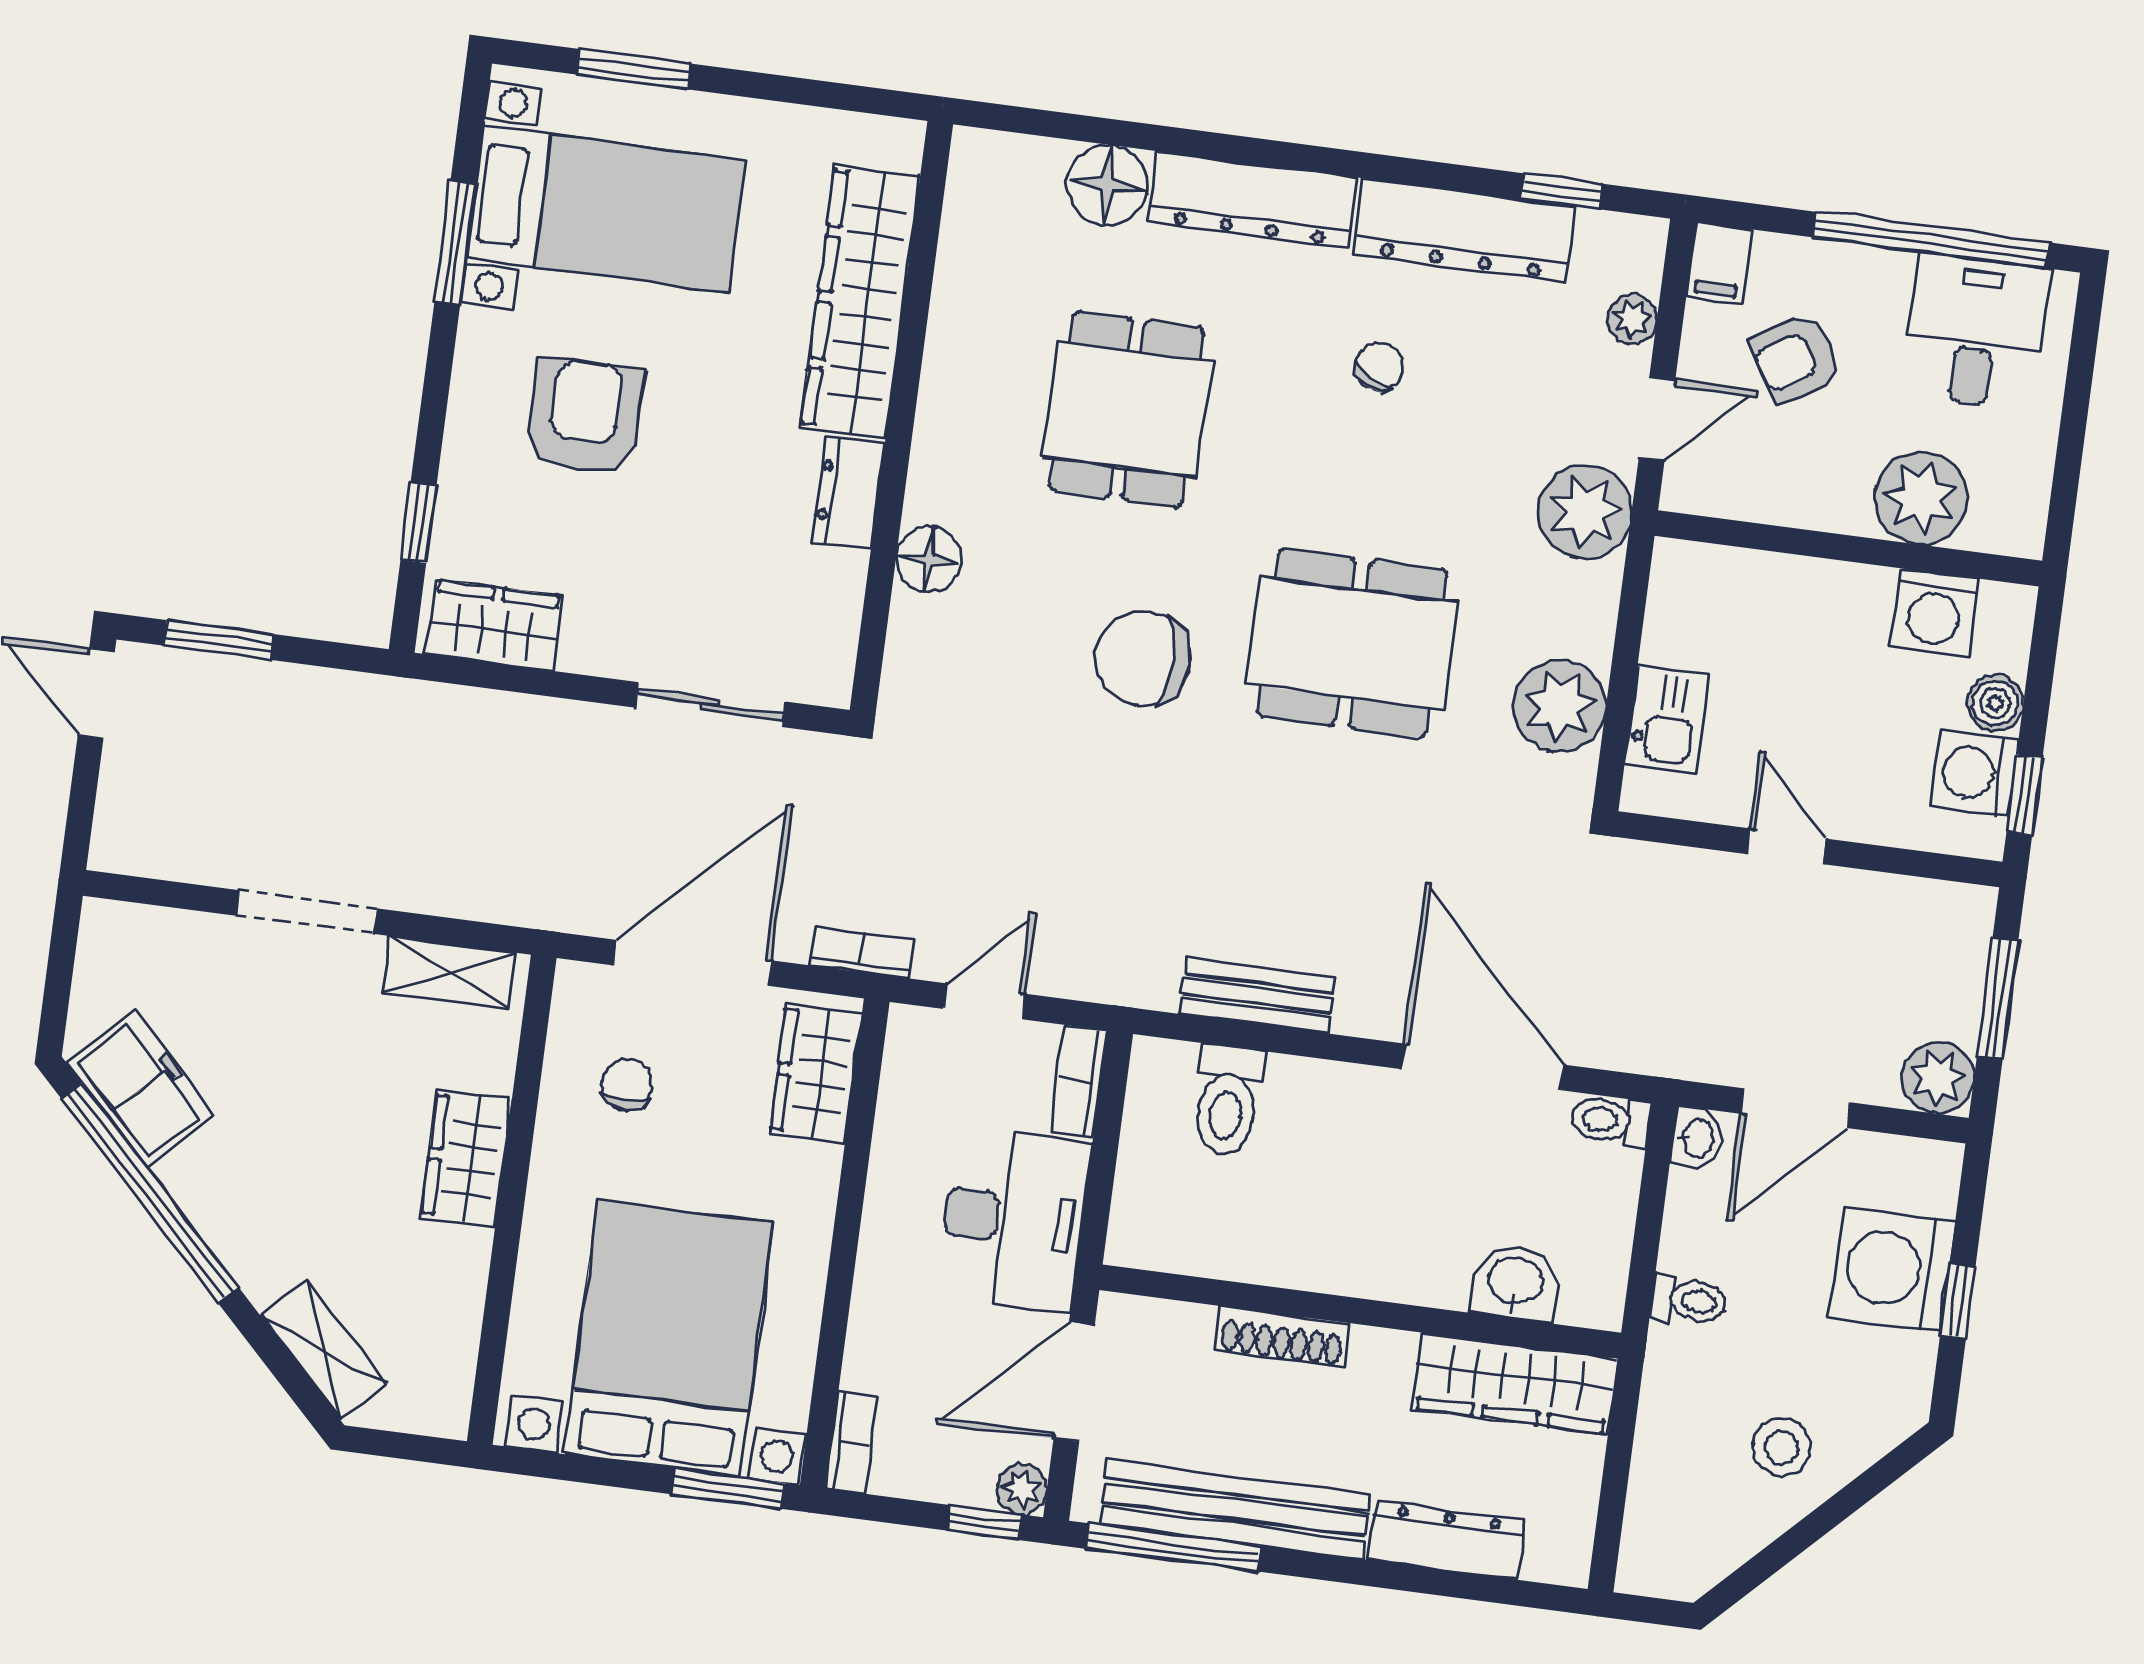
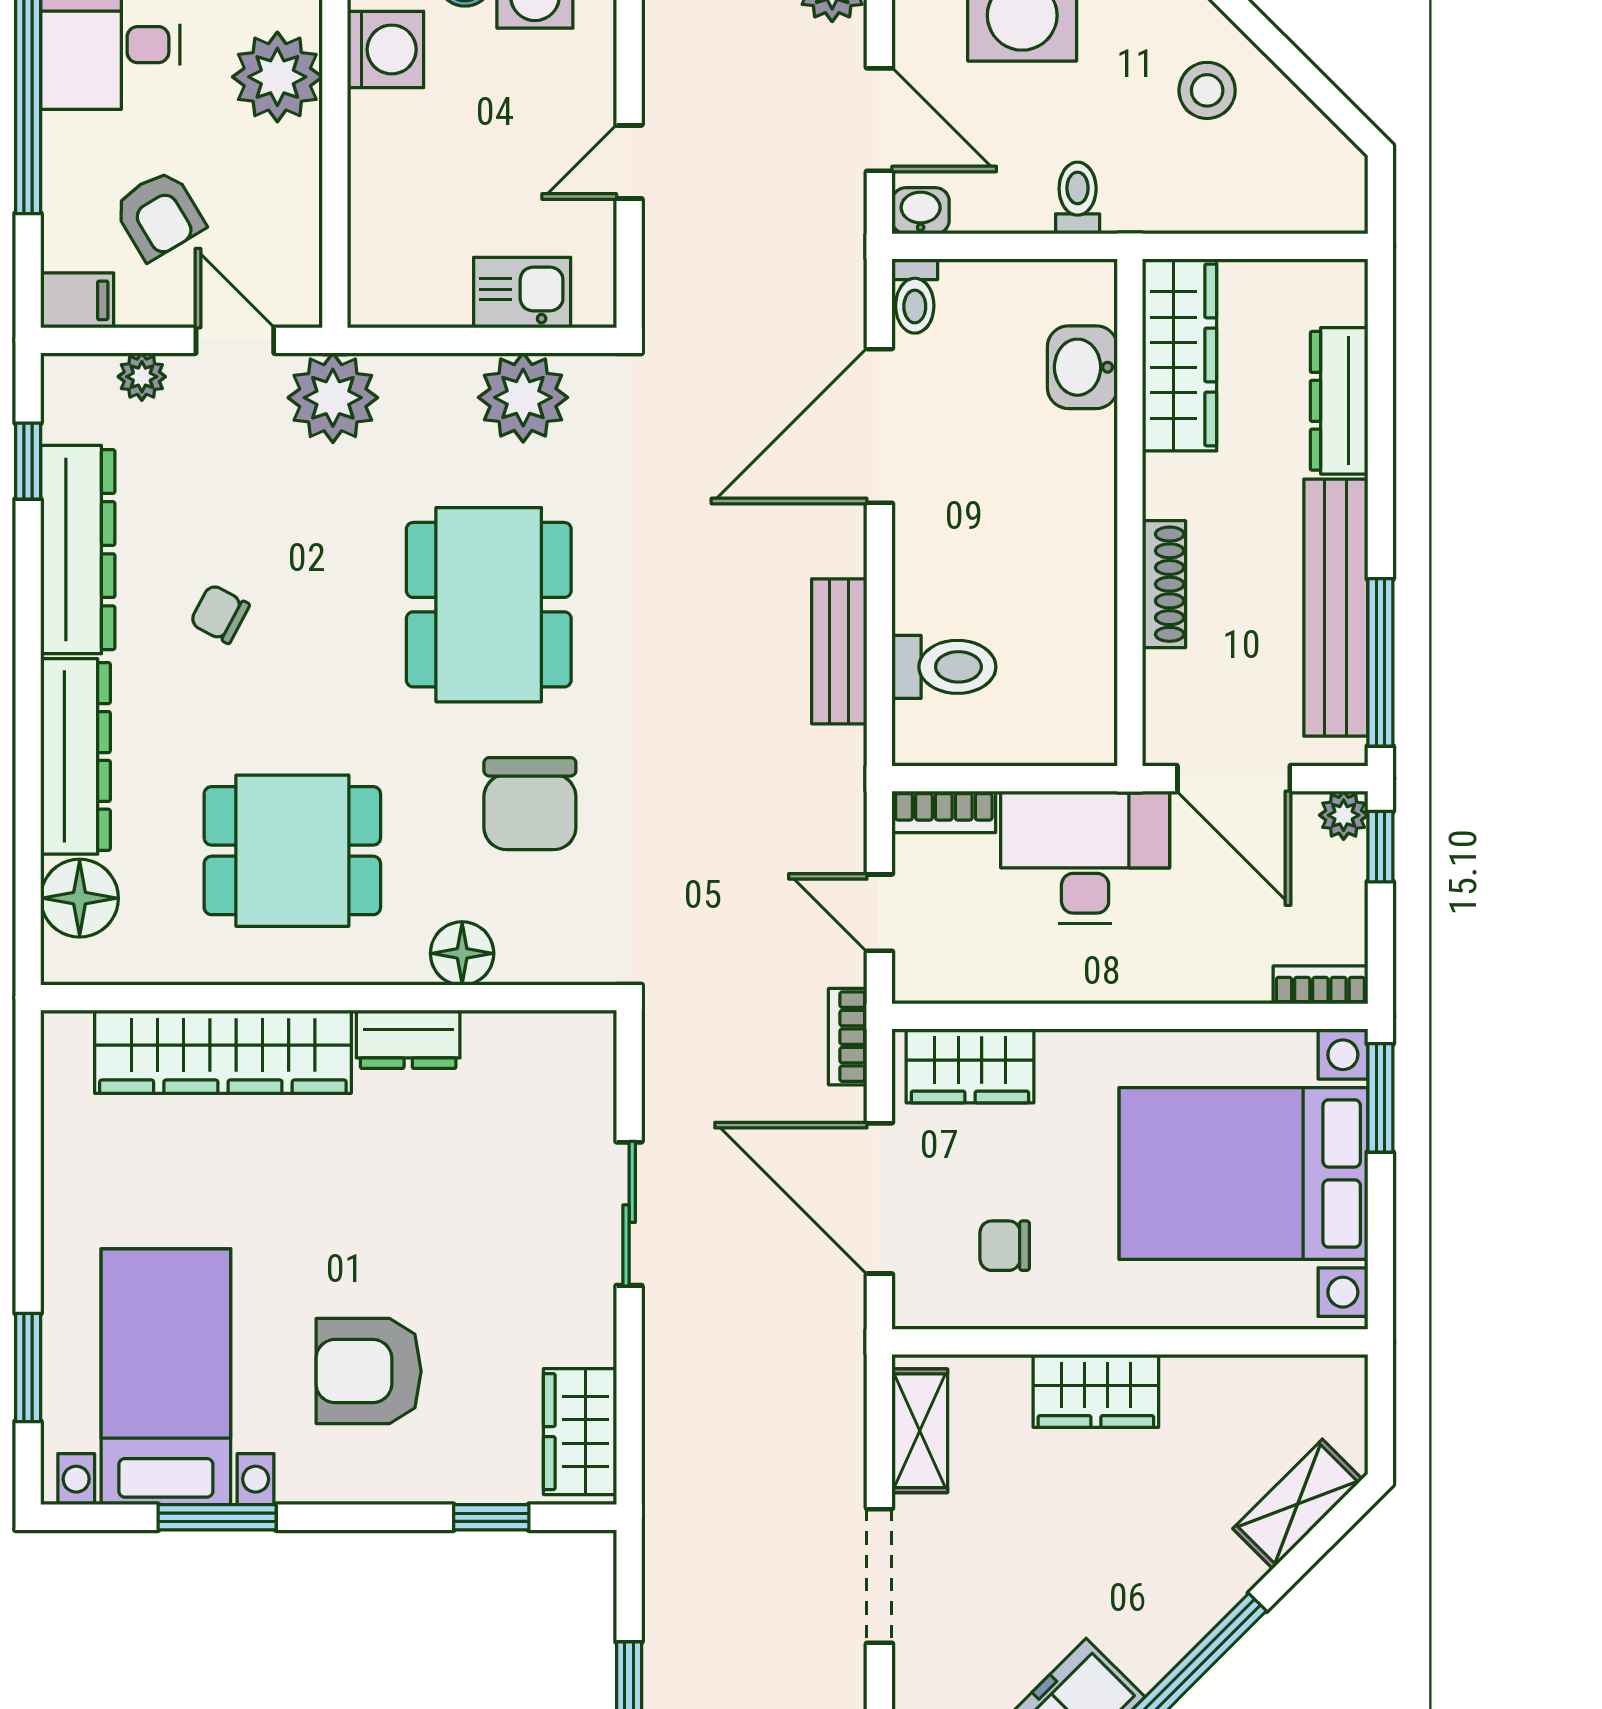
wardrobe: (860, 302) -> (223, 1052), moved
wall: (901, 417) -> (329, 998), moved
dresser: (848, 493) -> (408, 1039), moved
floor lamp: (929, 560) -> (462, 953), moved

